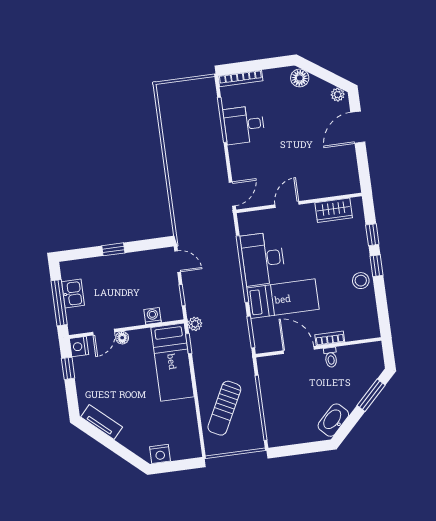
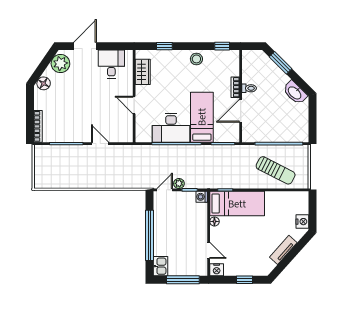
plant: (338, 95) -> (60, 63), width x1.88, depth x1.88
desk: (244, 125) -> (111, 64), moved, turned 180
door: (358, 127) -> (85, 46), swing flipped
door: (232, 194) -> (100, 144), moved
window: (113, 249) -> (149, 235), width x3.17
window: (377, 266) -> (222, 46), moved
kitchen sink: (73, 294) -> (160, 266), moved, turned 90
washing machine: (153, 316) -> (202, 197), moved
plant: (195, 324) -> (179, 183), moved
floor lamp: (122, 338) -> (214, 221), moved
window: (68, 368) -> (244, 280), moved
tv unit: (102, 422) -> (283, 250), moved

